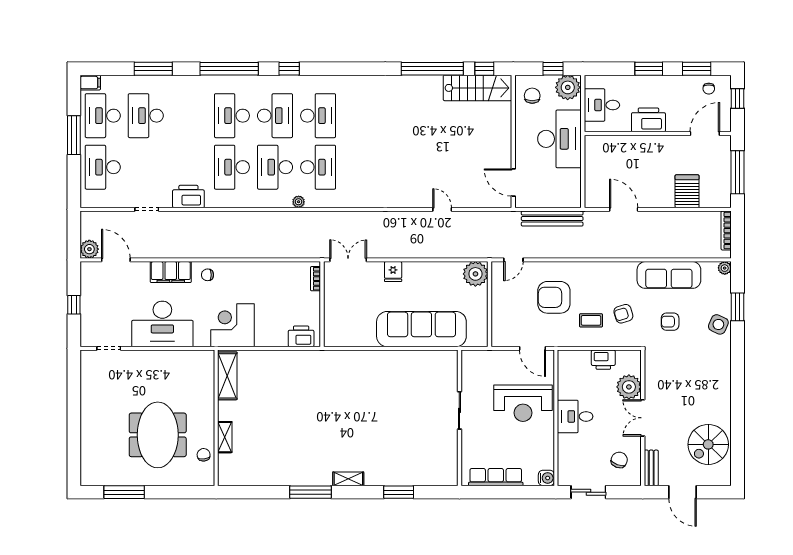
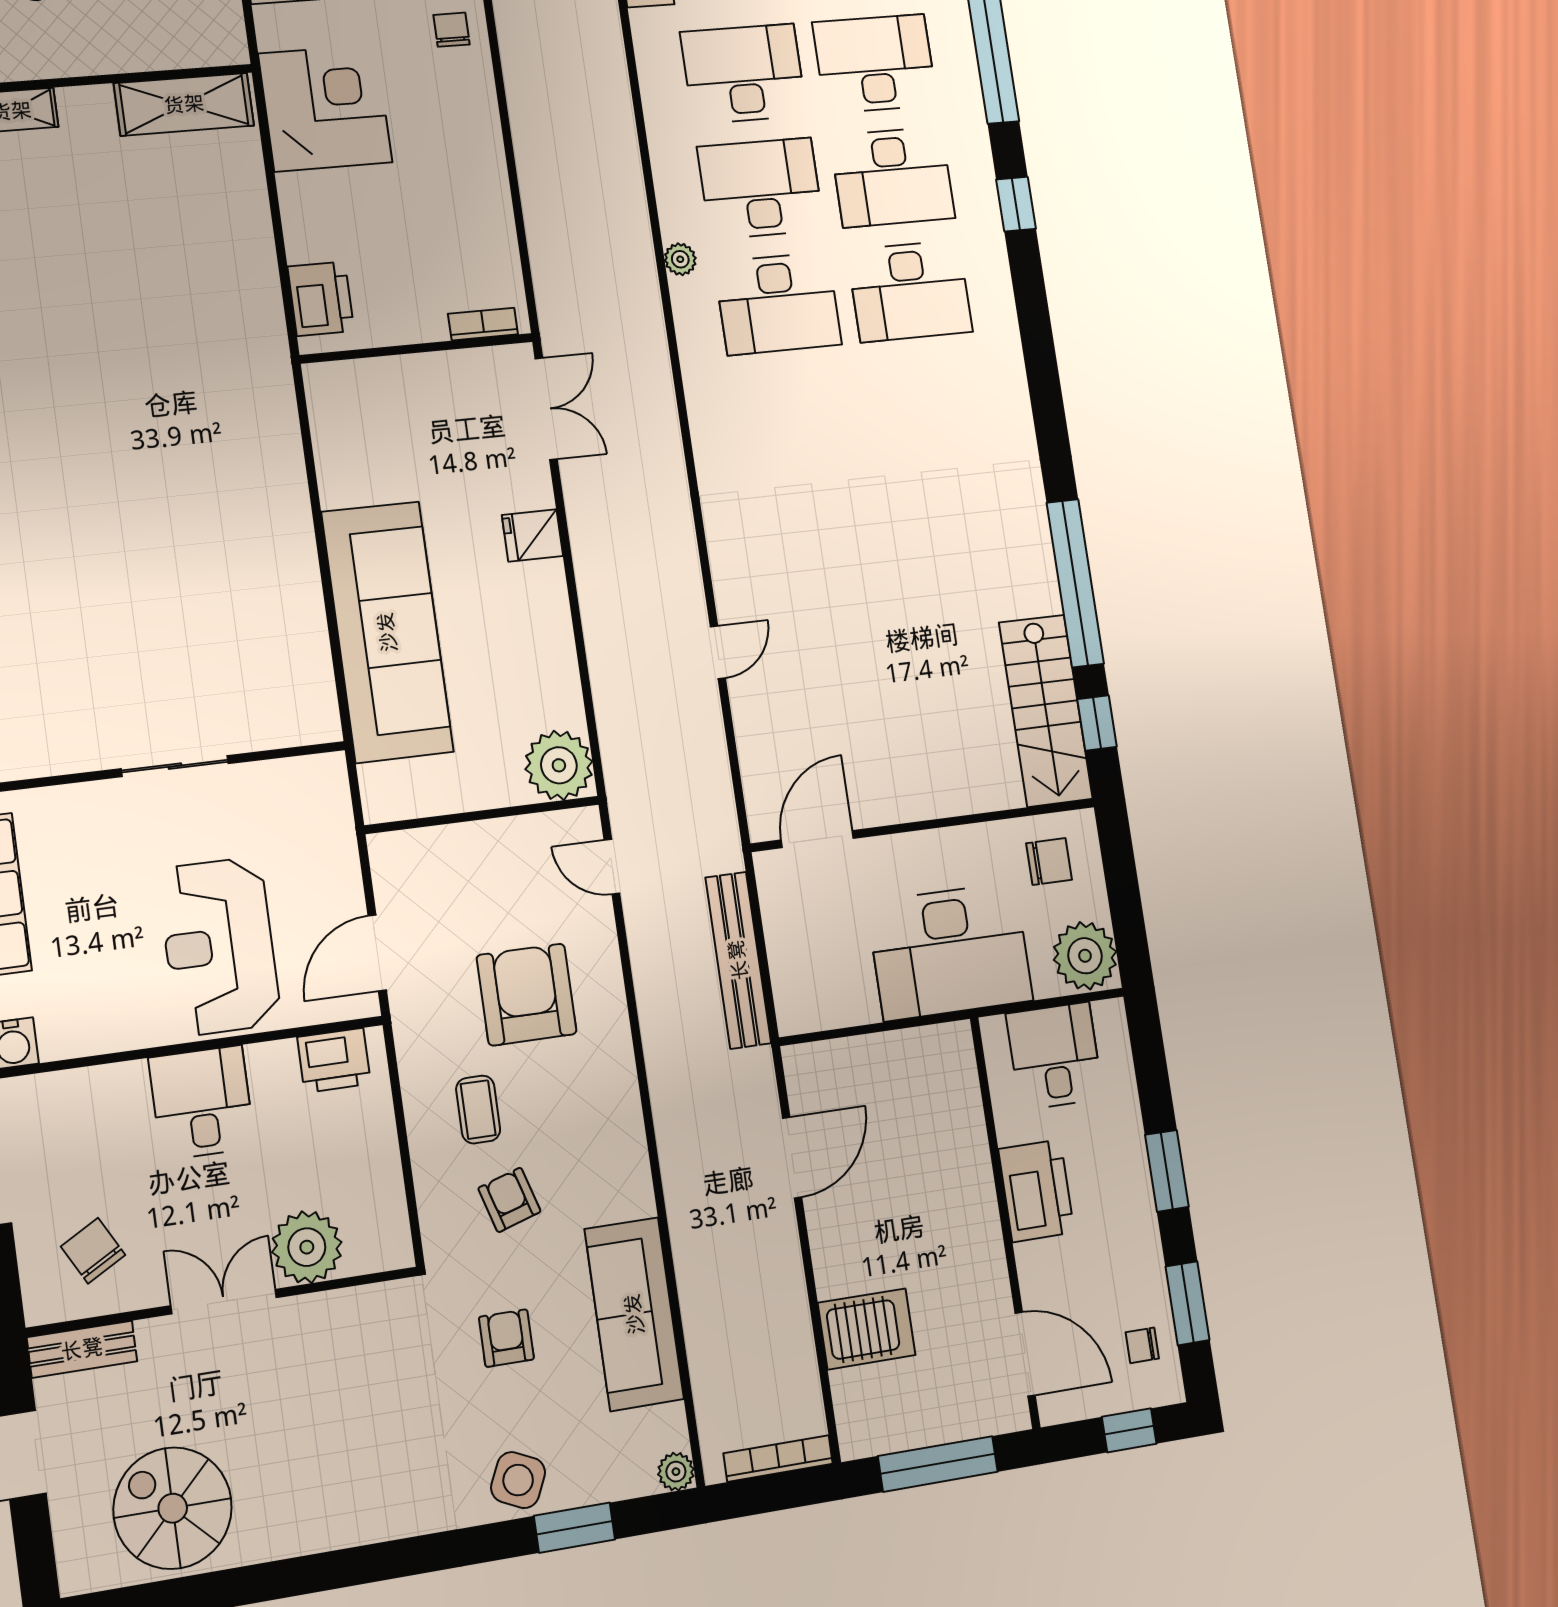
window: (553, 69) -> (1126, 909), removed
printer: (603, 360) -> (334, 1060), moved, turned -90
chair: (619, 460) -> (93, 1251), turned -139

